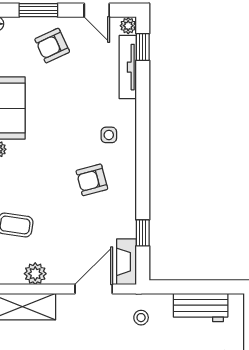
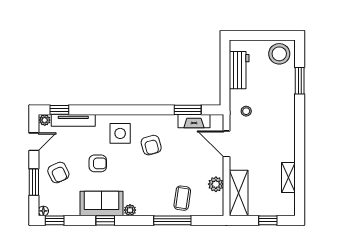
armchair: (65, 103) -> (98, 163), added
side table: (109, 135) -> (120, 133), width x1.87, depth x1.87
window: (143, 233) -> (188, 110), width x1.50
fireplace: (126, 262) -> (194, 121), moved

